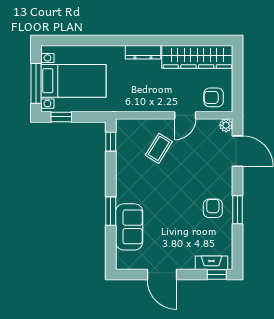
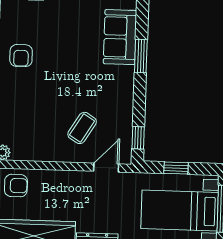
door: (185, 115) -> (106, 168), moved
window: (61, 117) -> (176, 168), moved

